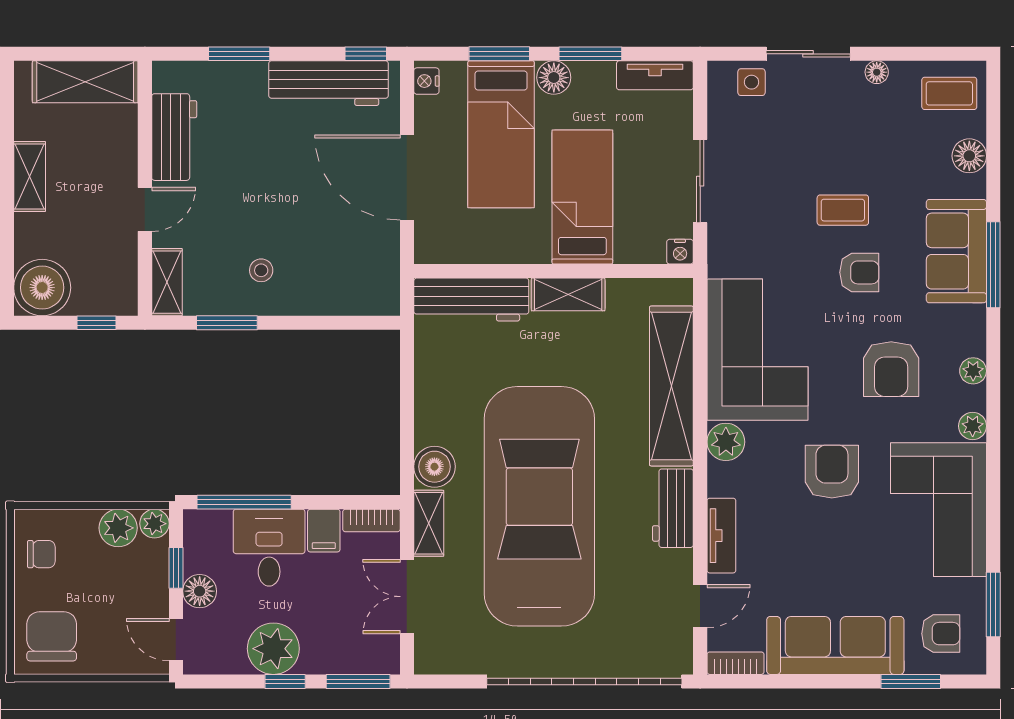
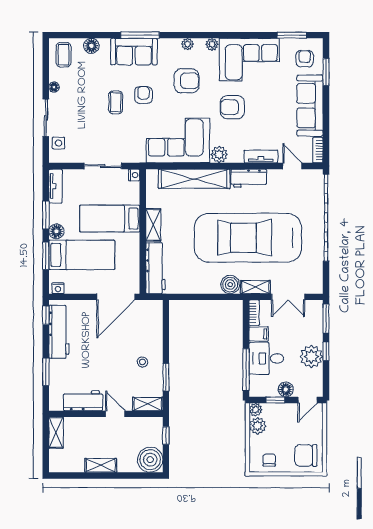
shelving: (85, 82) -> (56, 433), width x0.67, depth x0.75
door: (407, 178) -> (116, 297), moved

